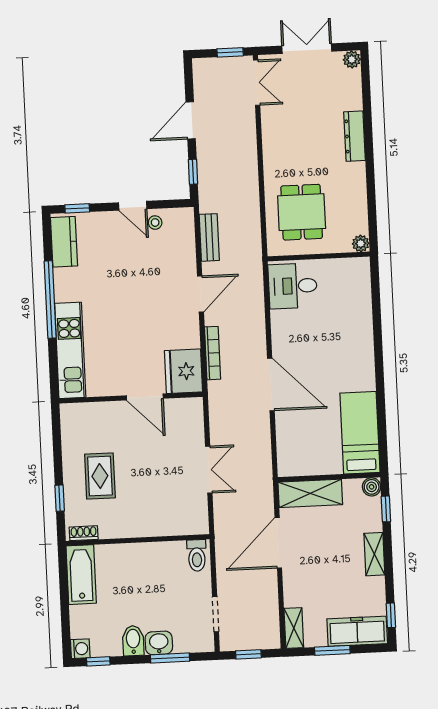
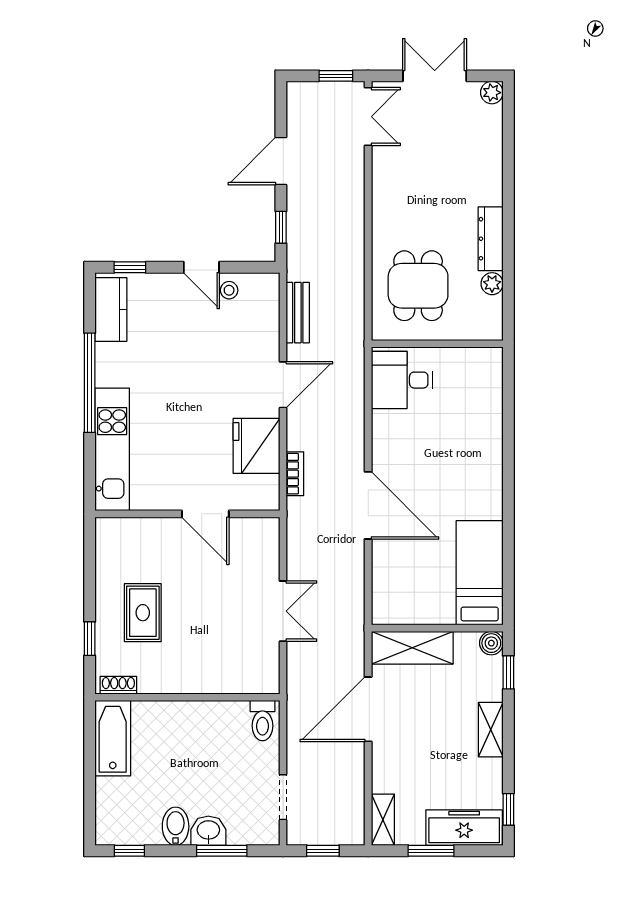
dresser: (354, 136) -> (491, 239), moved
plant: (361, 243) -> (492, 284), moved
bookcase: (212, 353) -> (295, 474), width x0.64
fridge: (183, 371) -> (257, 446), moved
washing machine: (80, 649) -> (107, 833), removed

